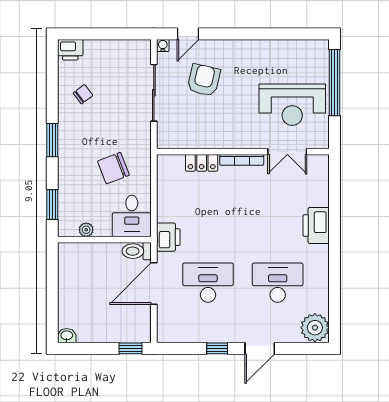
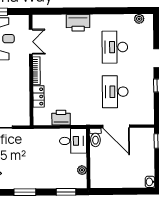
chair: (113, 168) -> (42, 153), removed
printer: (168, 237) -> (61, 118), moved
plant: (315, 328) -> (139, 19), width x0.53, depth x0.53

